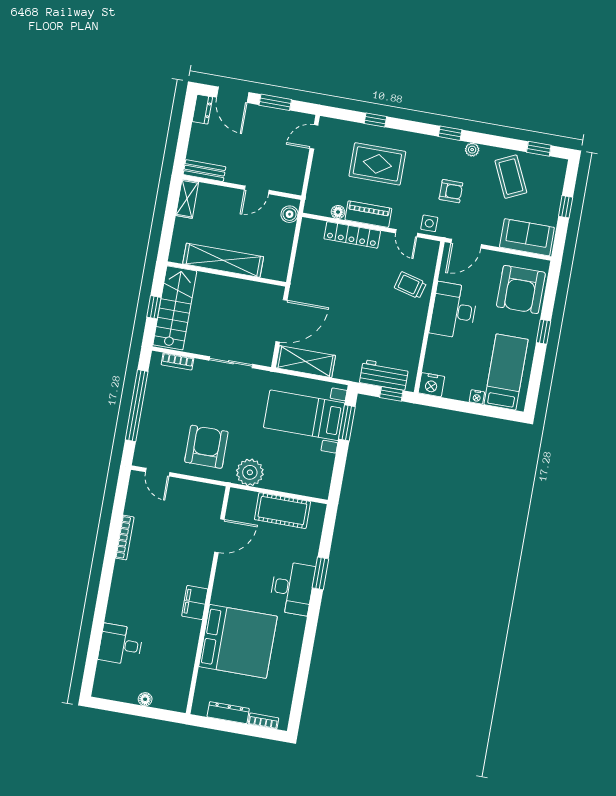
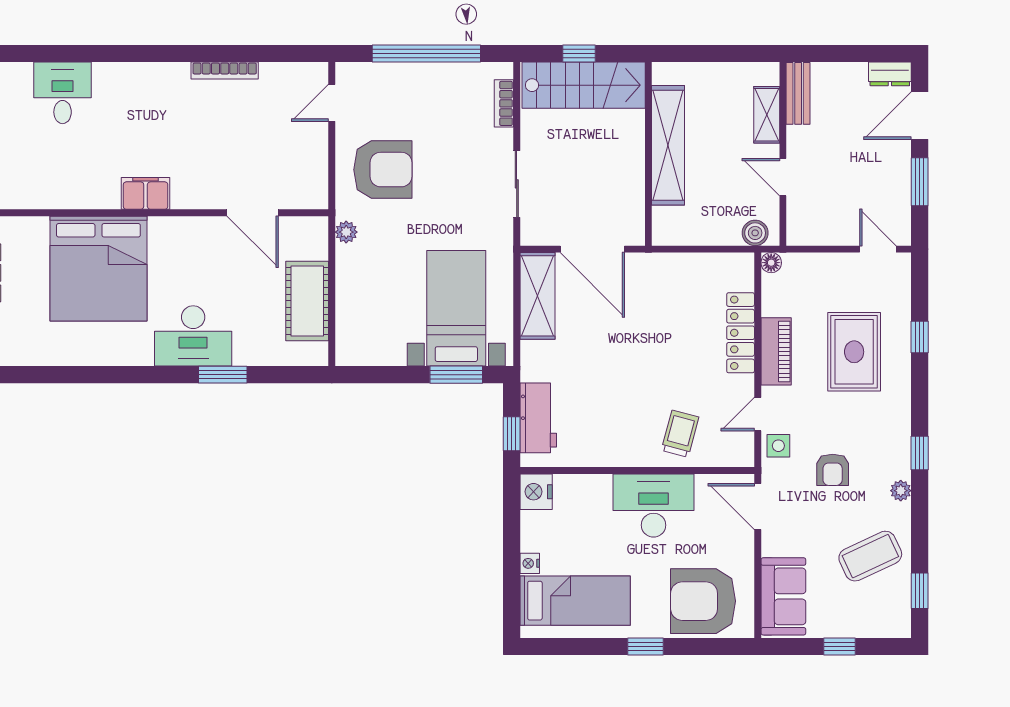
shelving: (187, 199) -> (767, 115), moved, turned 90
floor lamp: (338, 212) -> (771, 263), moved
plant: (250, 472) -> (346, 232), width x0.53, depth x0.53

